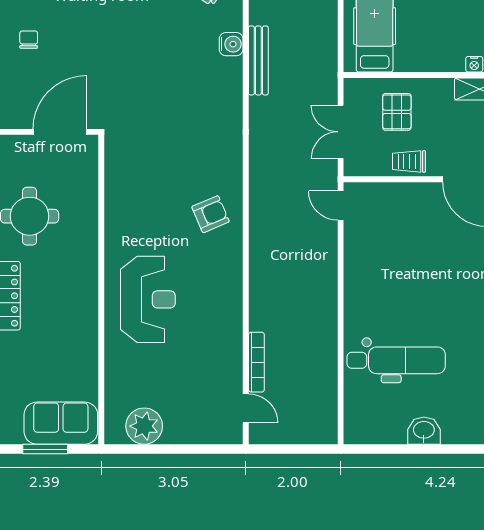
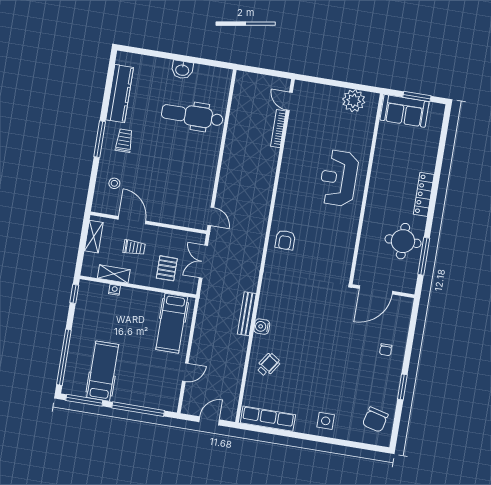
double door: (341, 132) -> (203, 262), swing flipped
trolley: (409, 161) -> (134, 248), moved
armchair: (211, 214) -> (285, 240), moved, turned -67

